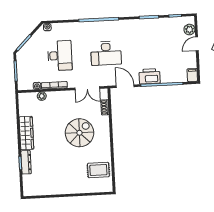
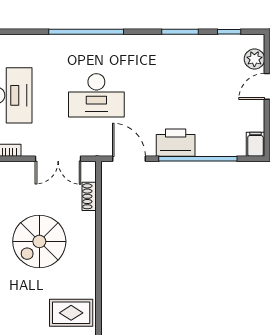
spiral stairs: (79, 133) -> (39, 241), turned 180

